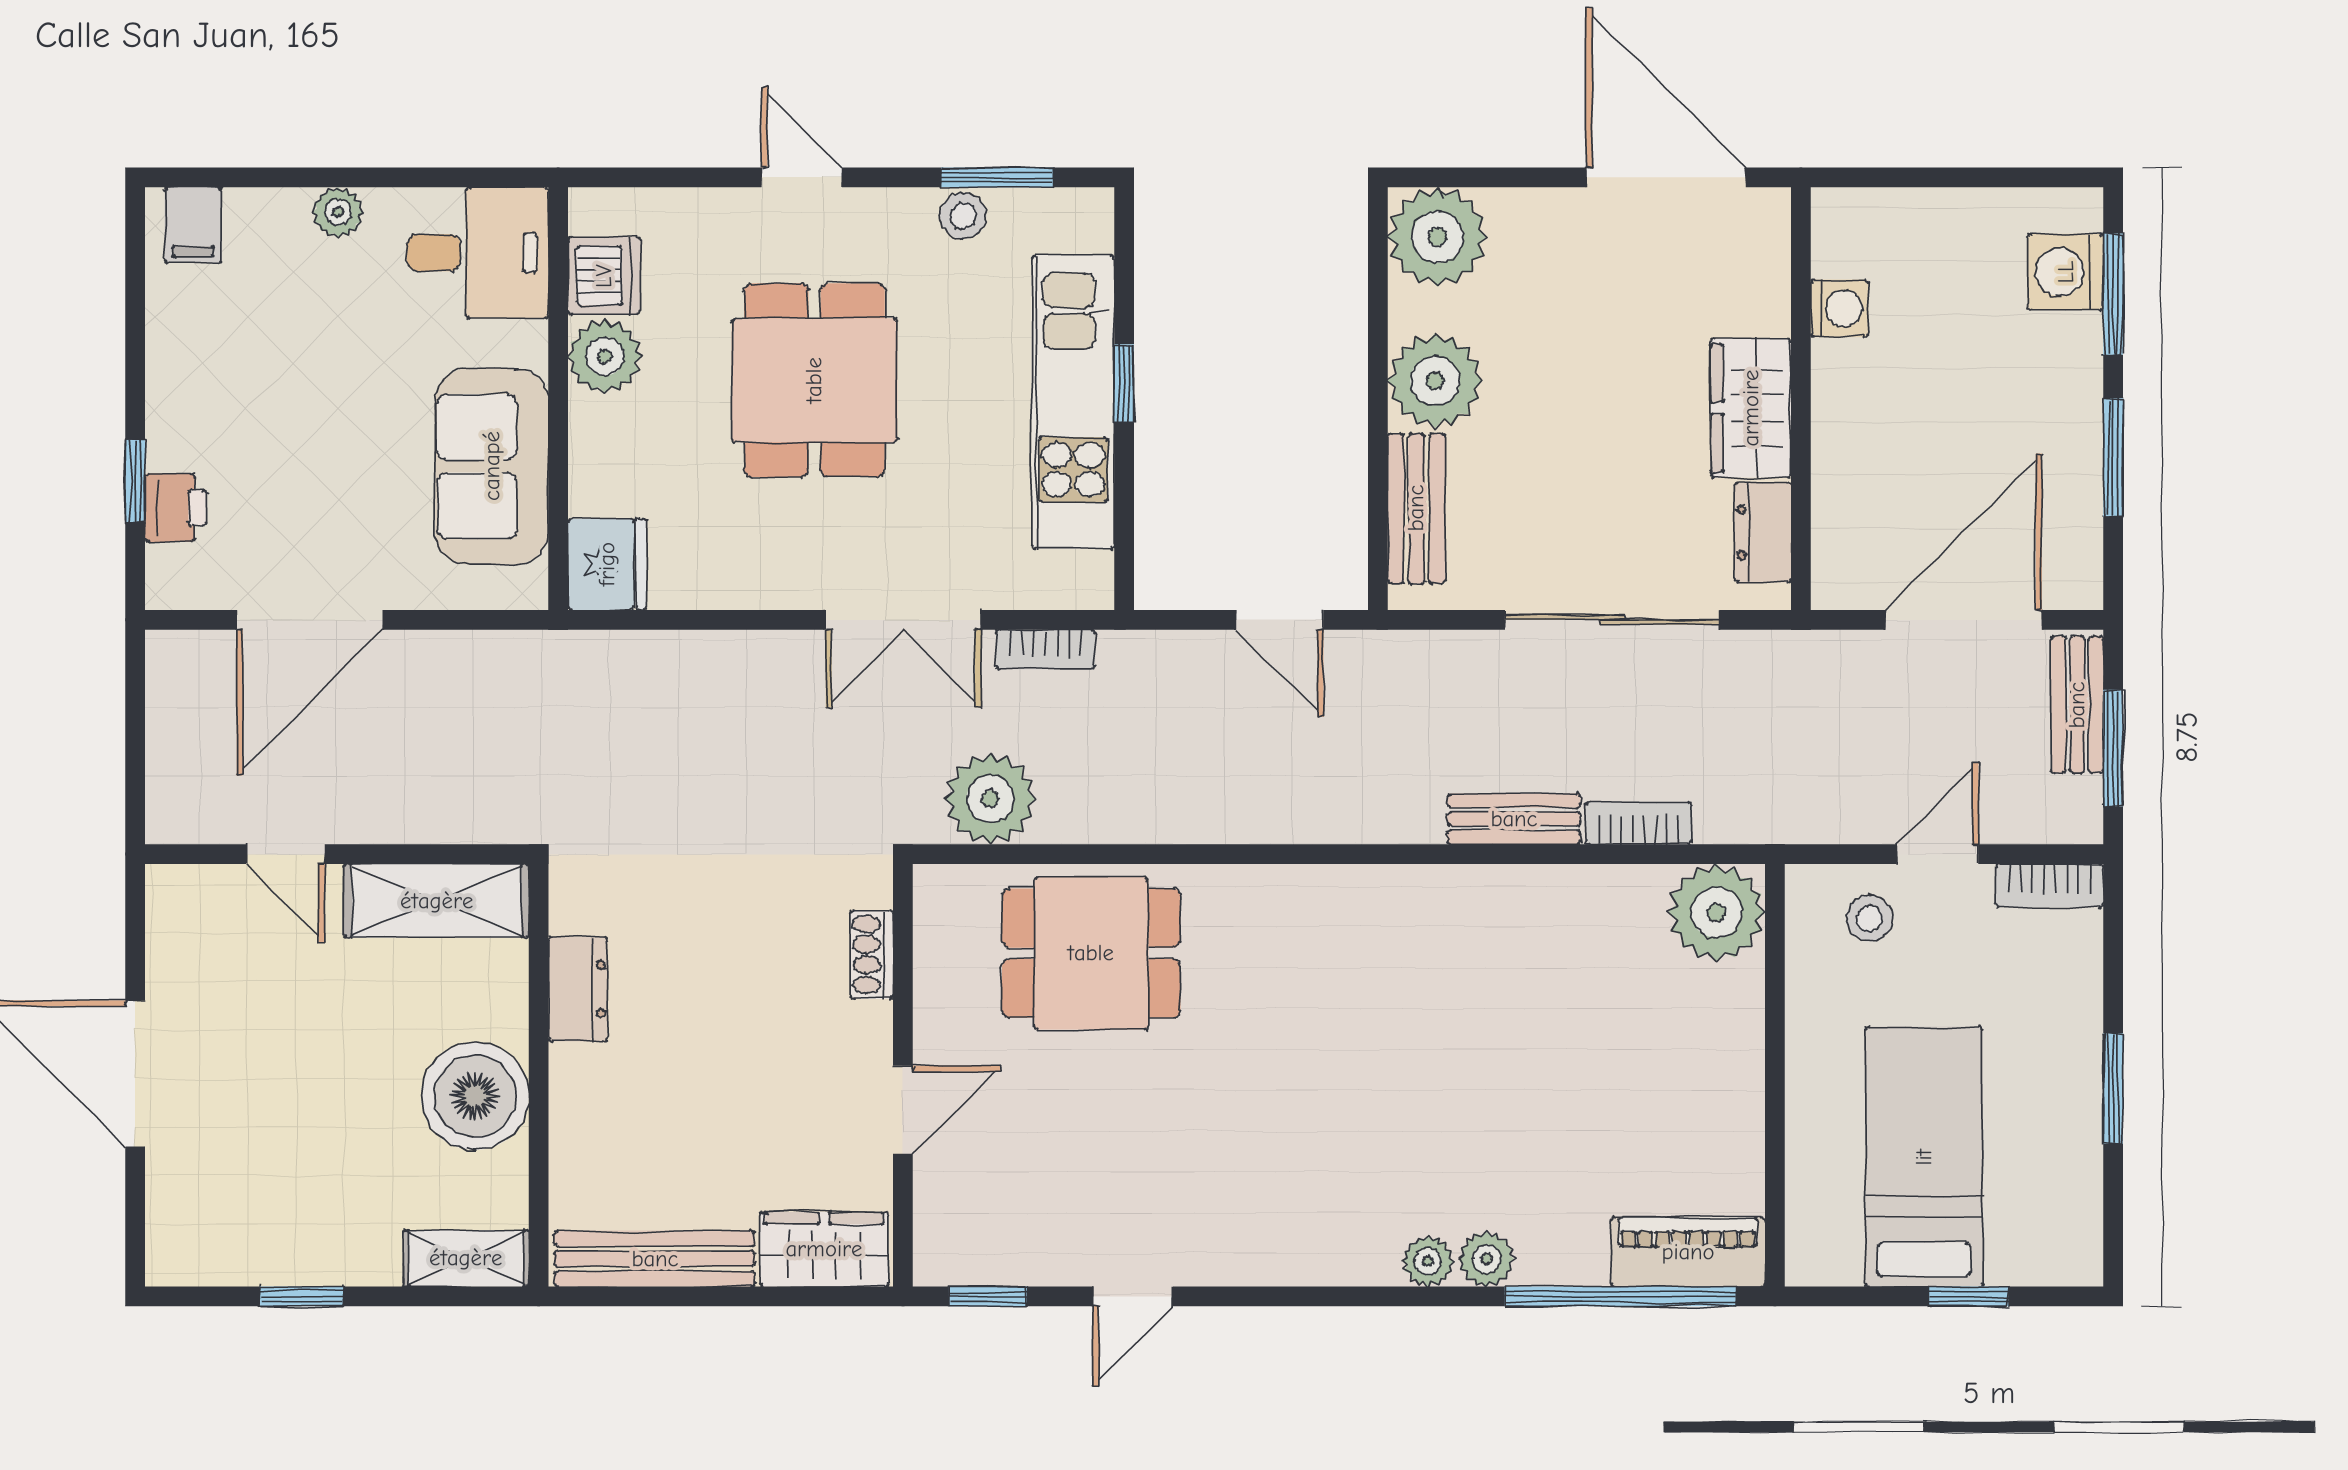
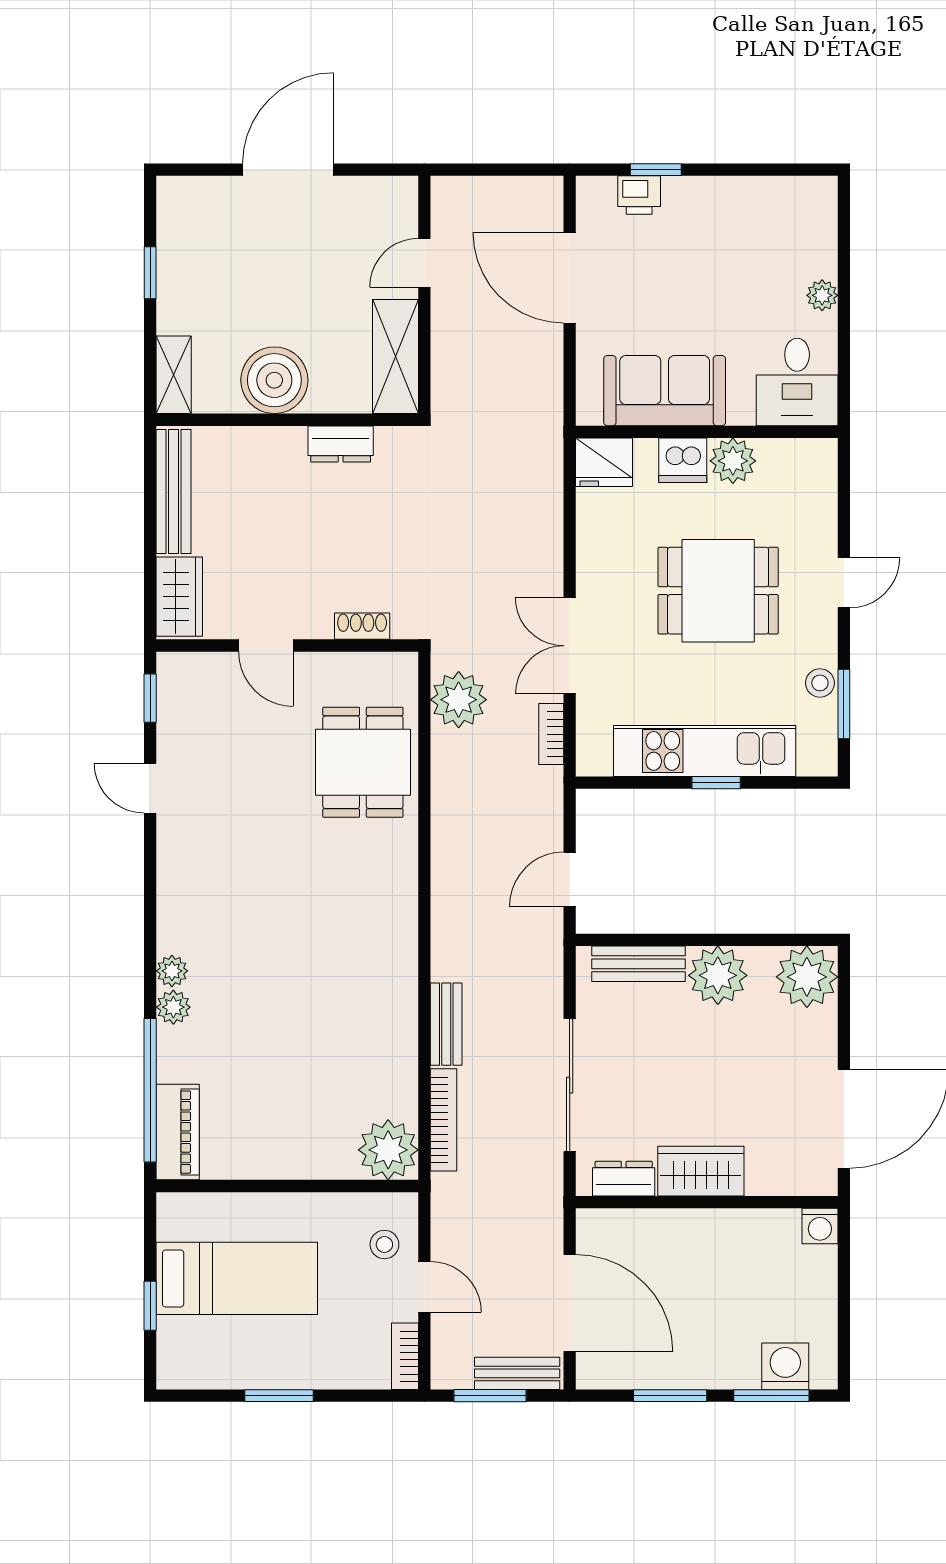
filing cabinet: (193, 225) -> (814, 206), removed
dishwasher: (604, 276) -> (683, 460), moved
washing machine: (1839, 308) -> (820, 1226), moved
bookcase: (1639, 823) -> (444, 1120), width x1.56

